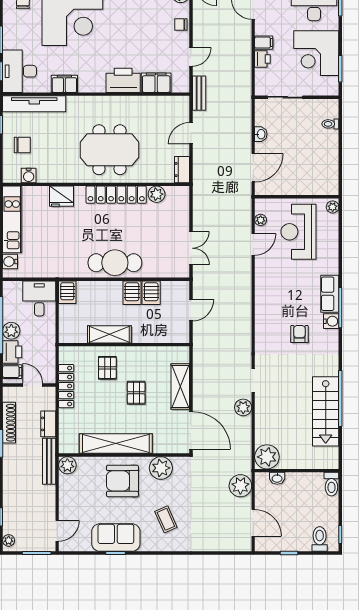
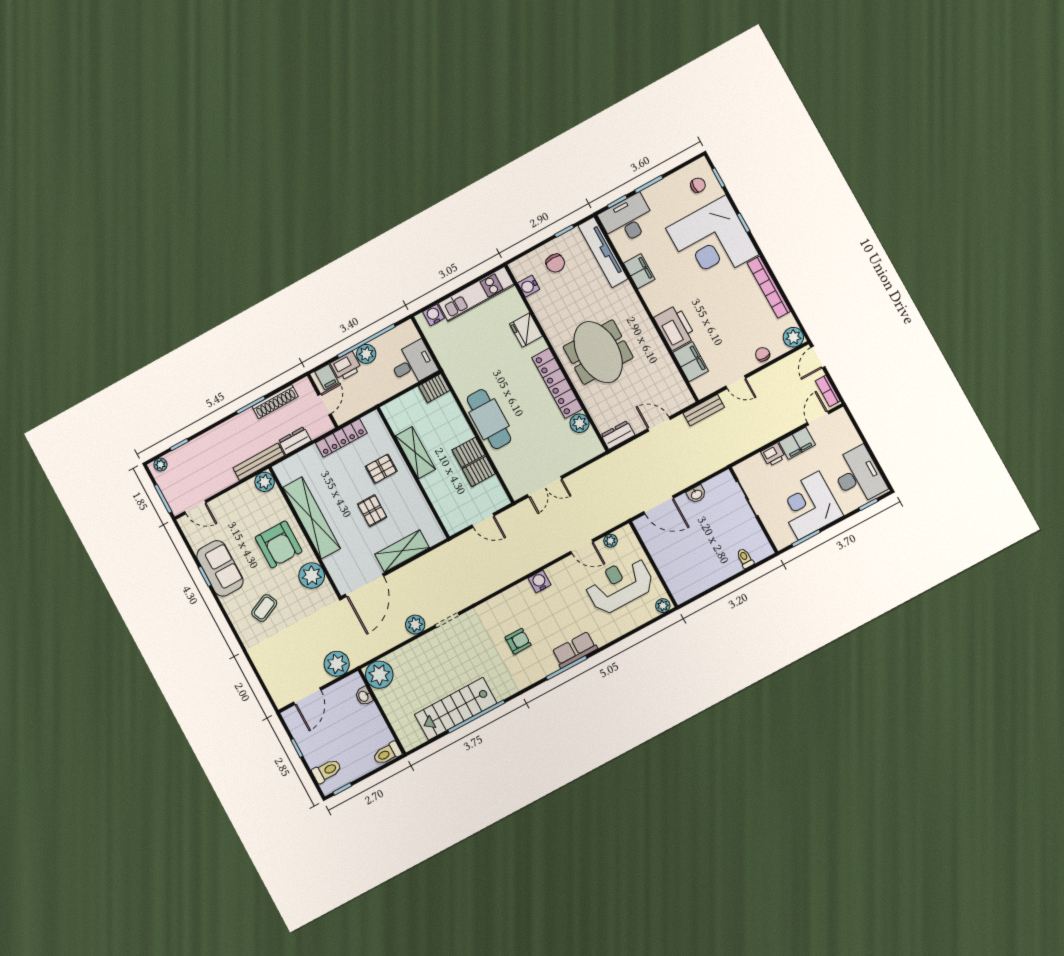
filing cabinet: (264, 43) -> (797, 443), width x2.00
water cooler: (331, 321) -> (540, 582), moved, turned 180
pallet: (136, 393) -> (372, 511), turned 90
armchair: (122, 481) -> (279, 544), turned 180

